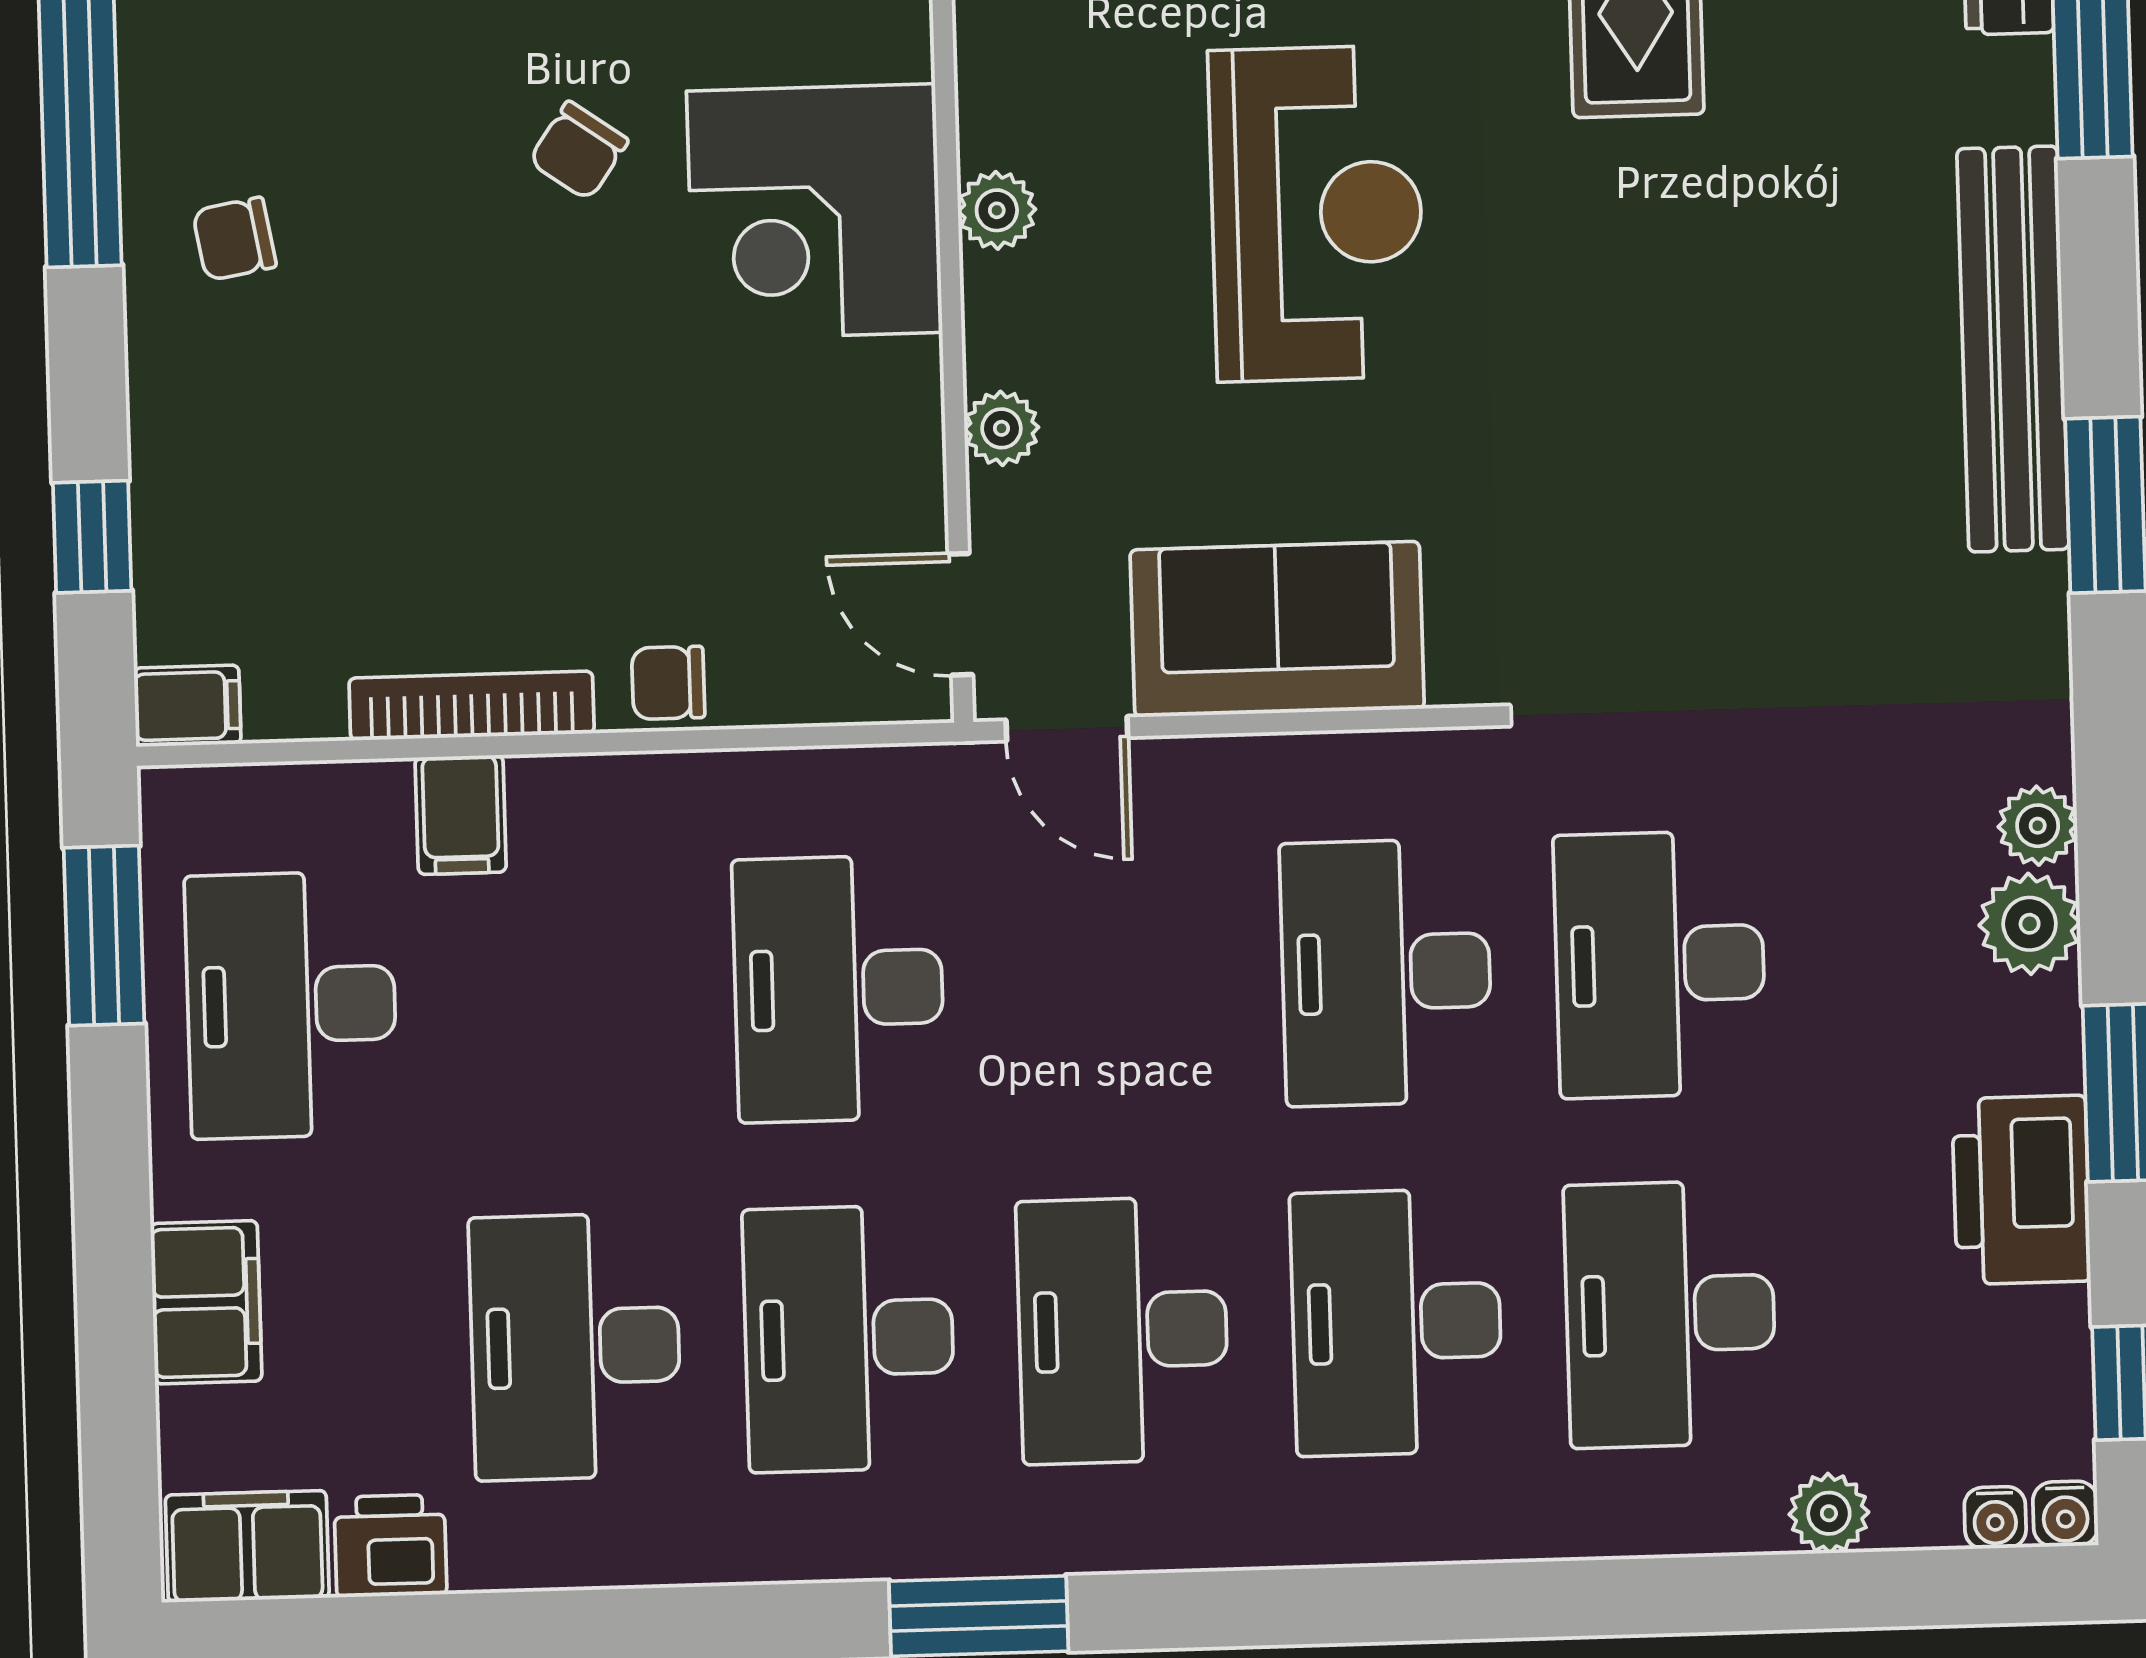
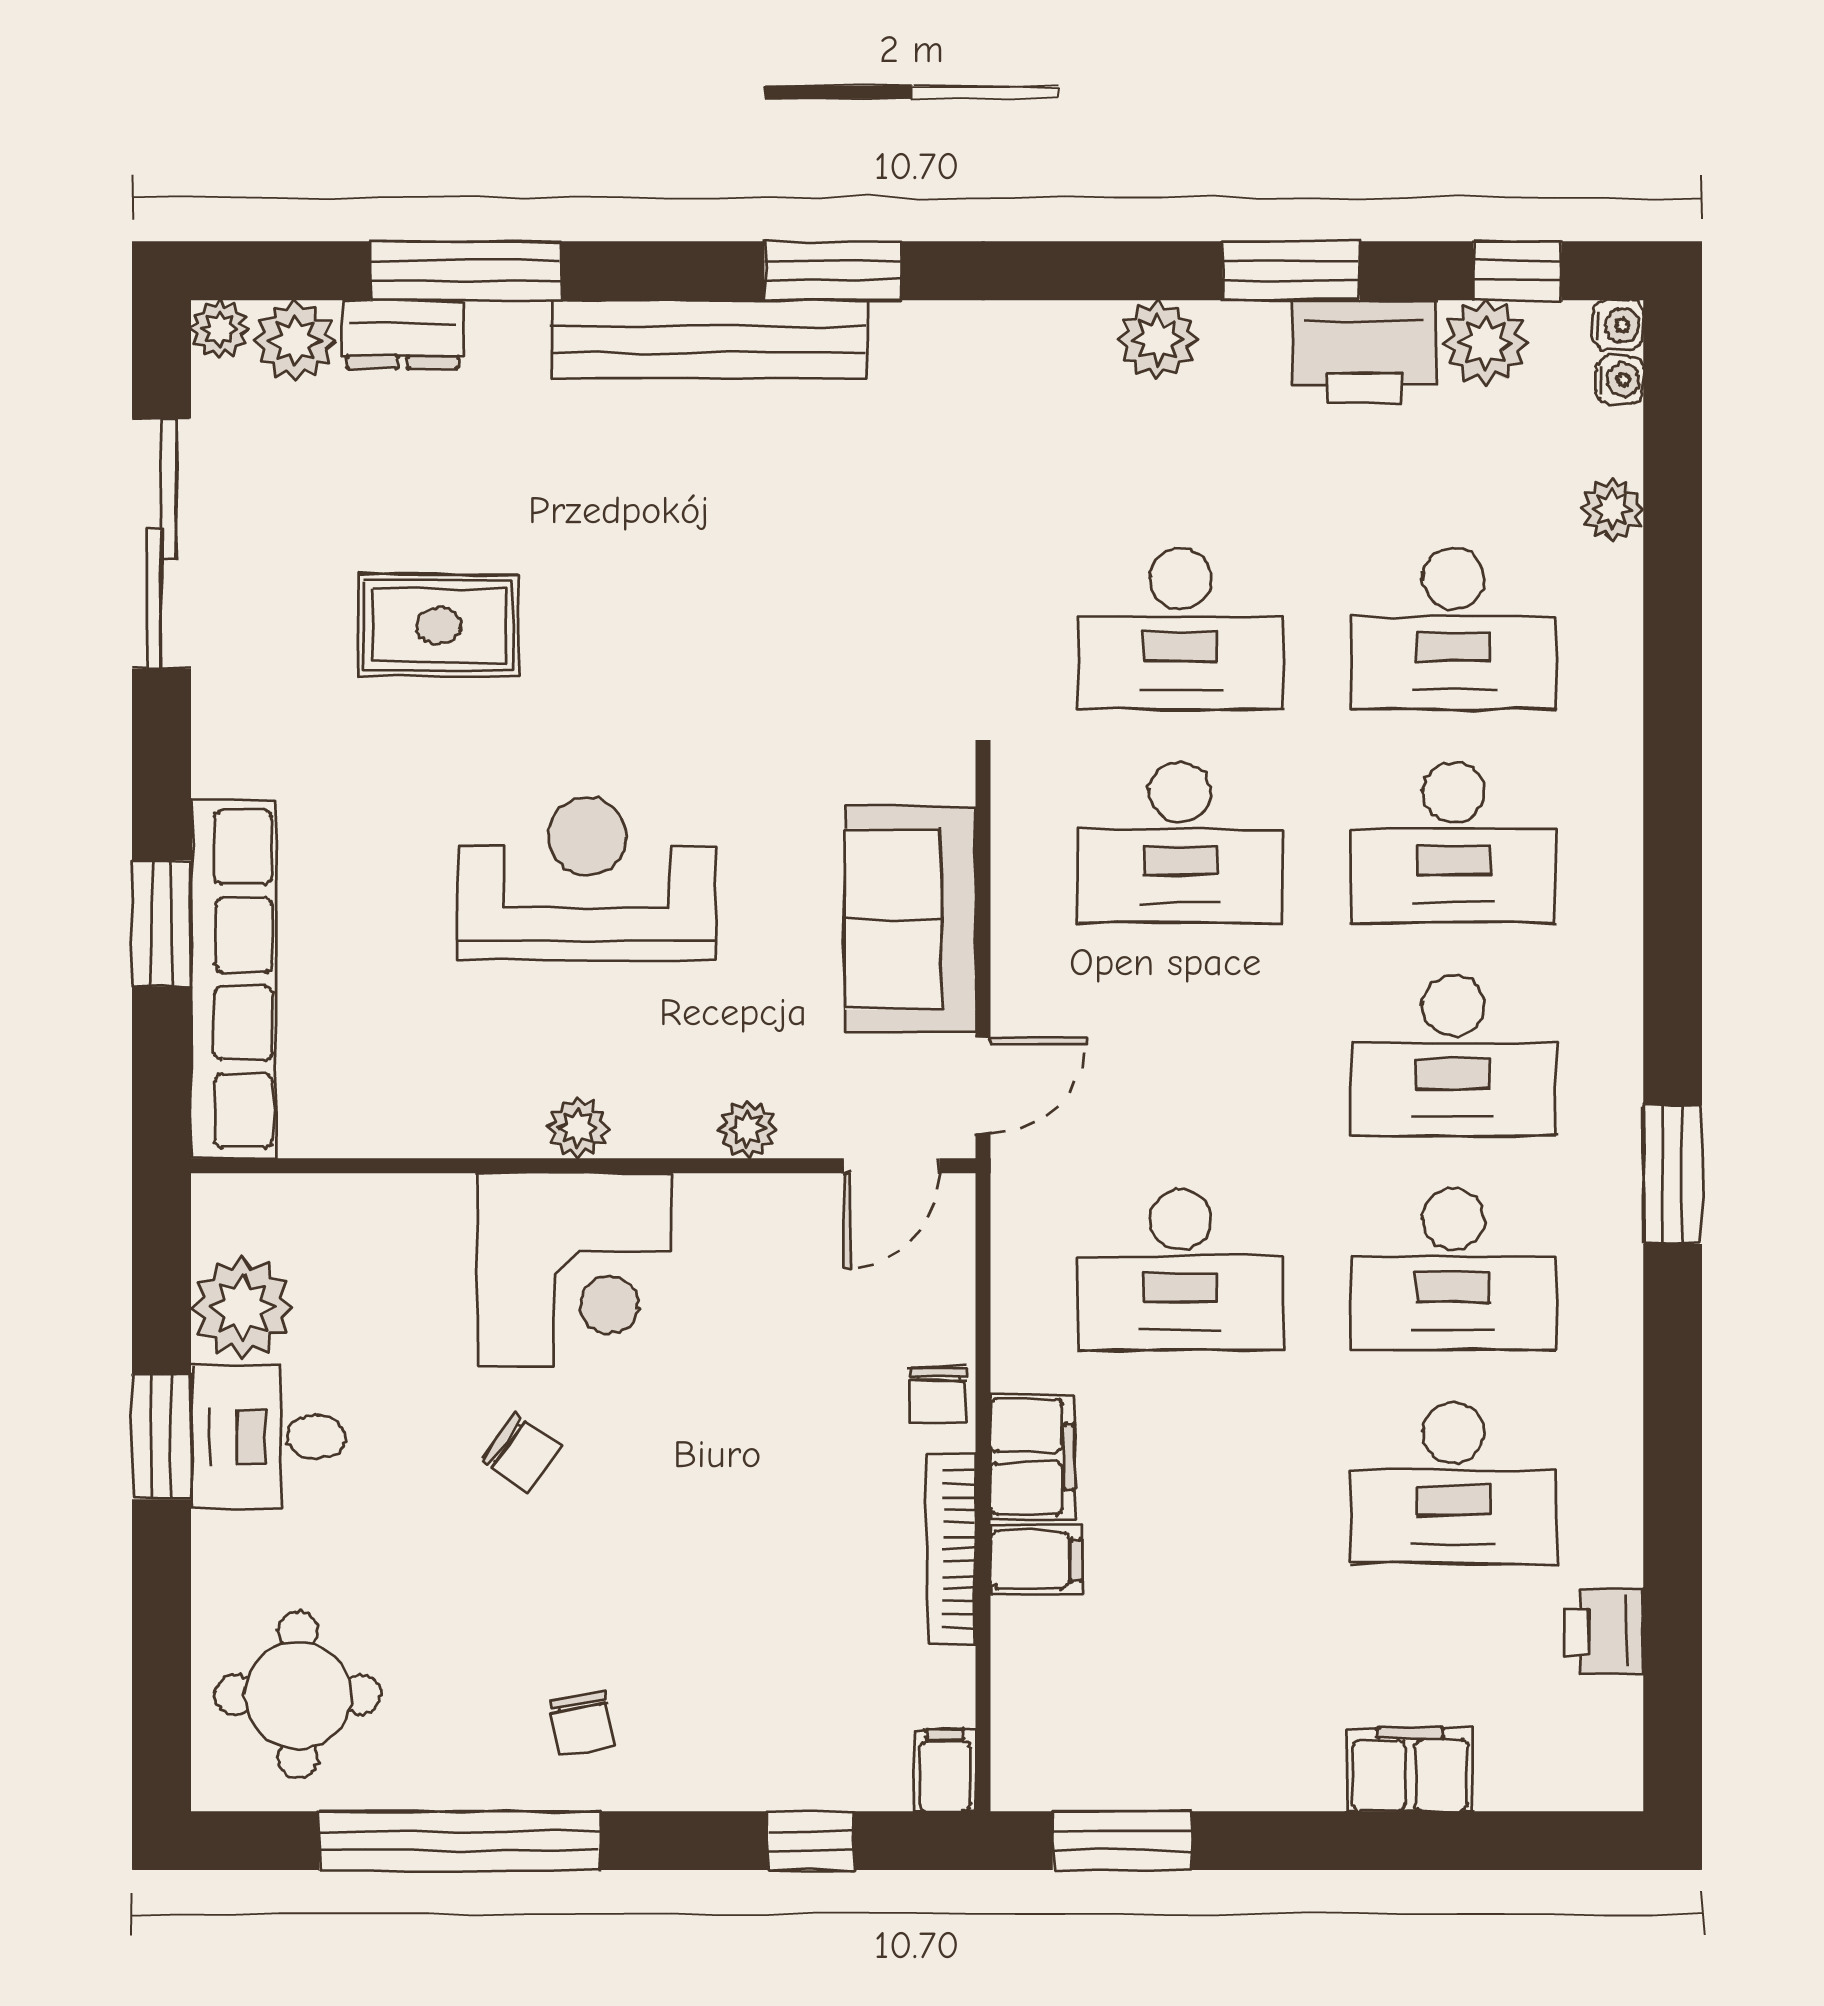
plant: (2038, 826) -> (1486, 343), moved, width x1.38, depth x1.38
desk: (291, 1005) -> (1180, 1696), removed
filing cabinet: (247, 1546) -> (1032, 1457), moved, turned 180

